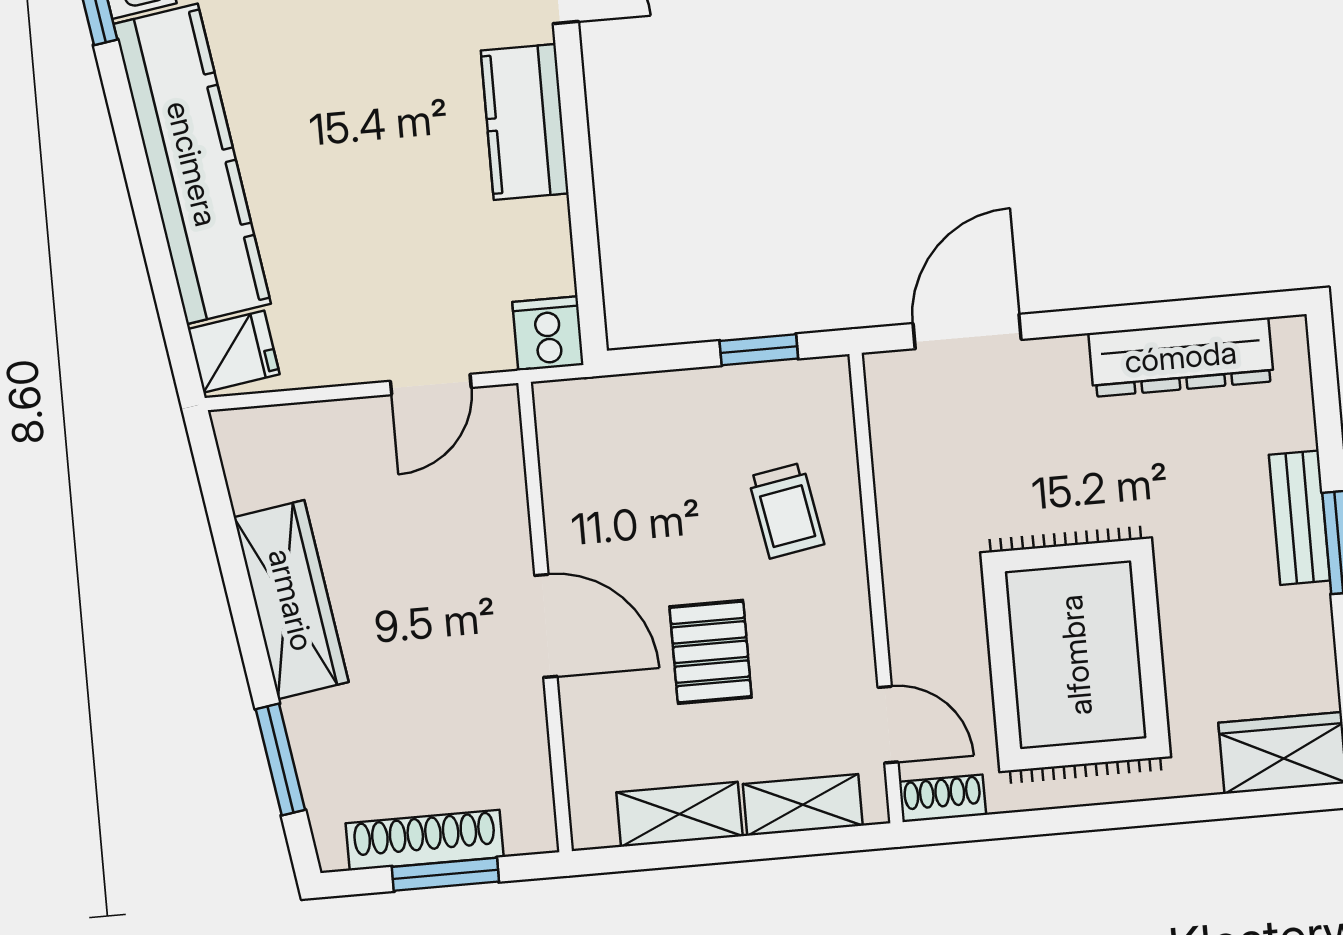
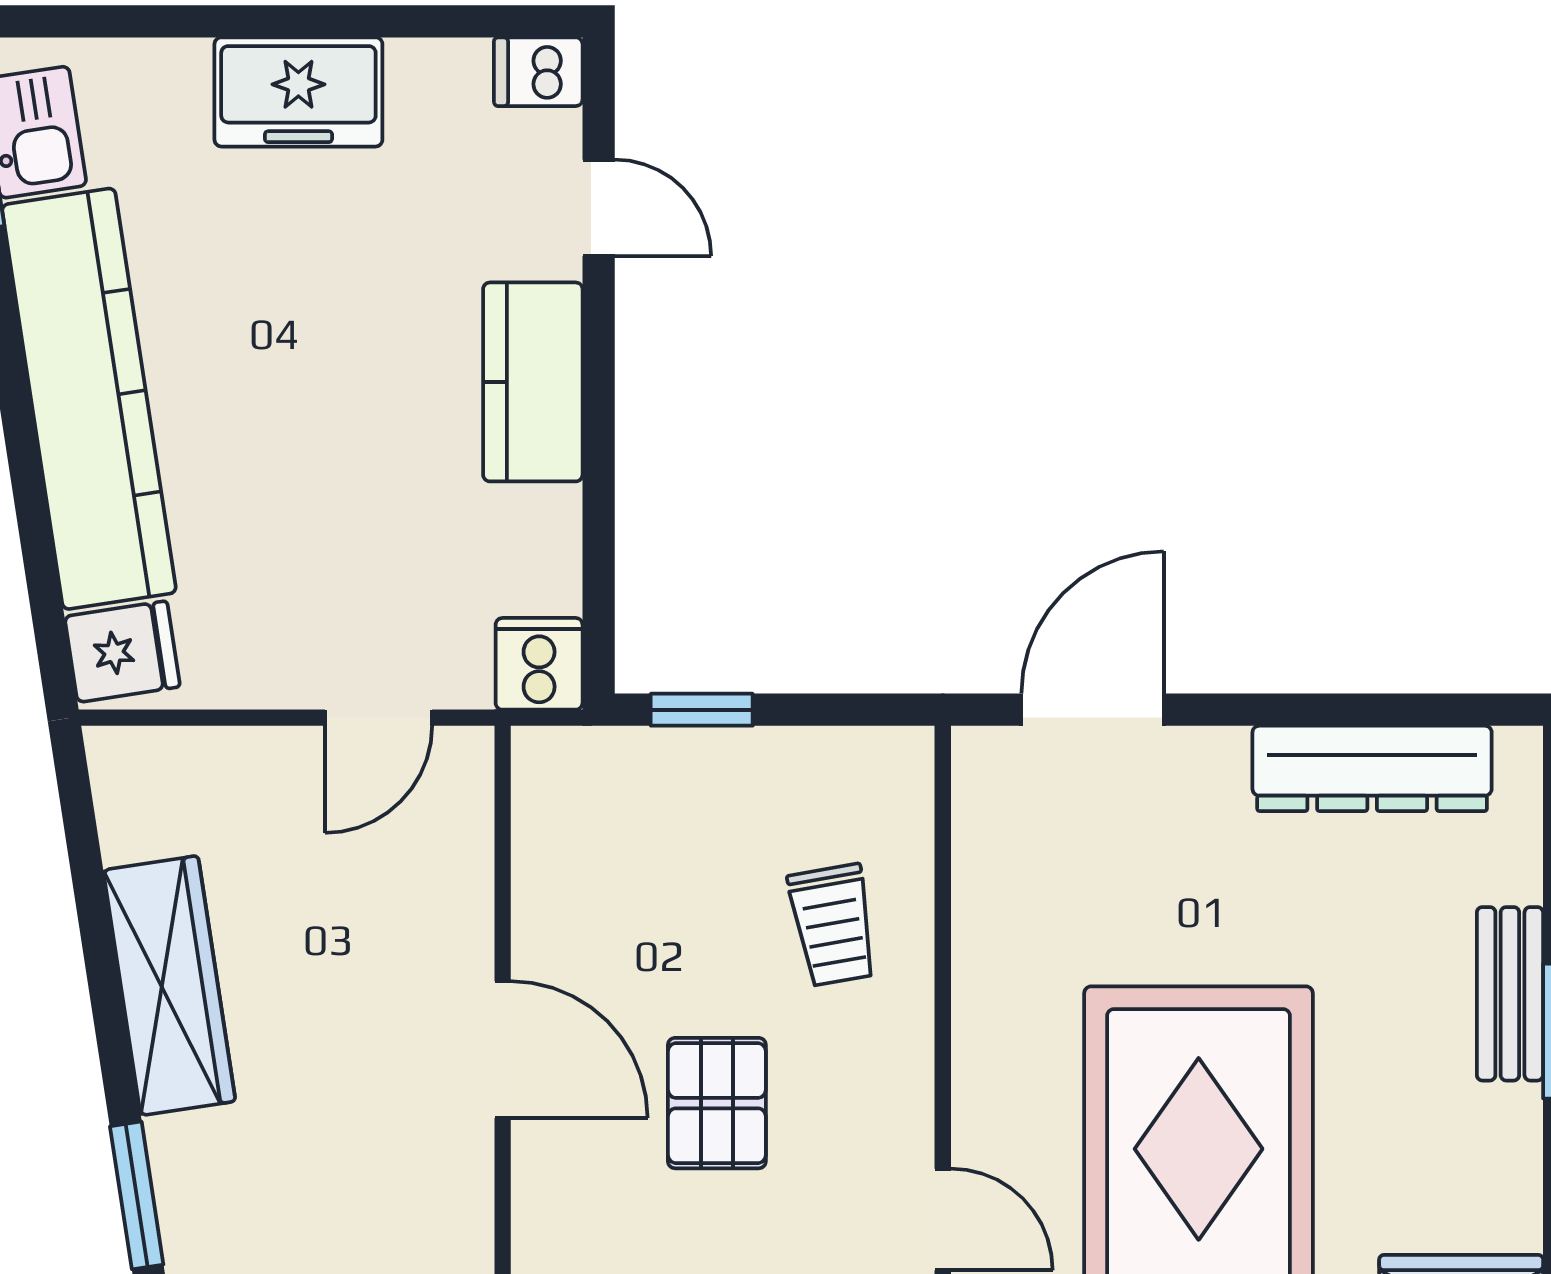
window: (759, 350) -> (702, 710), moved

